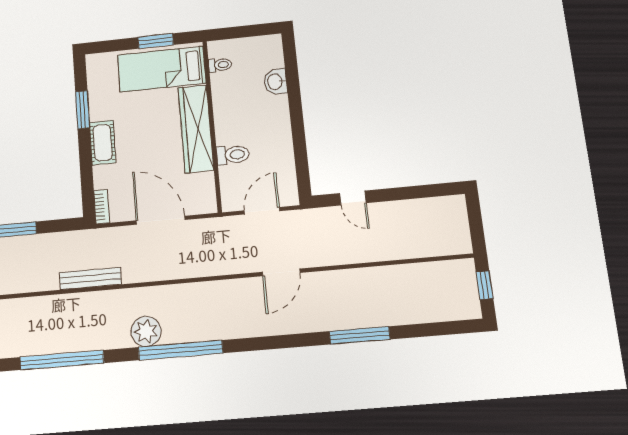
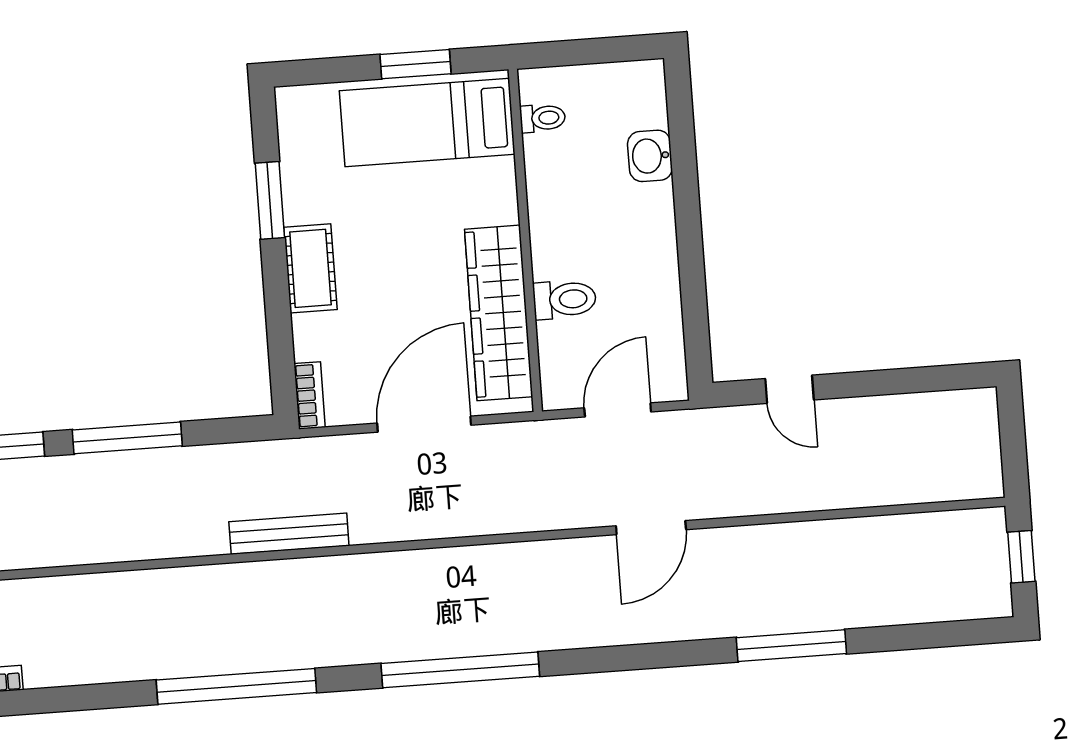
wardrobe: (196, 129) -> (499, 313), moved
door: (161, 220) -> (424, 424), hinge flipped
plant: (146, 331) -> (396, 634), removed

